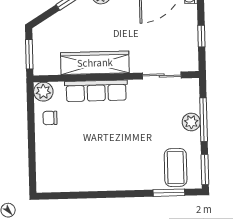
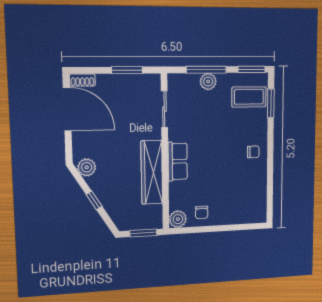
window: (201, 36) -> (127, 70), width x1.50
row of seats: (96, 91) -> (178, 161), width x0.68
chair: (116, 174) -> (253, 152), added

